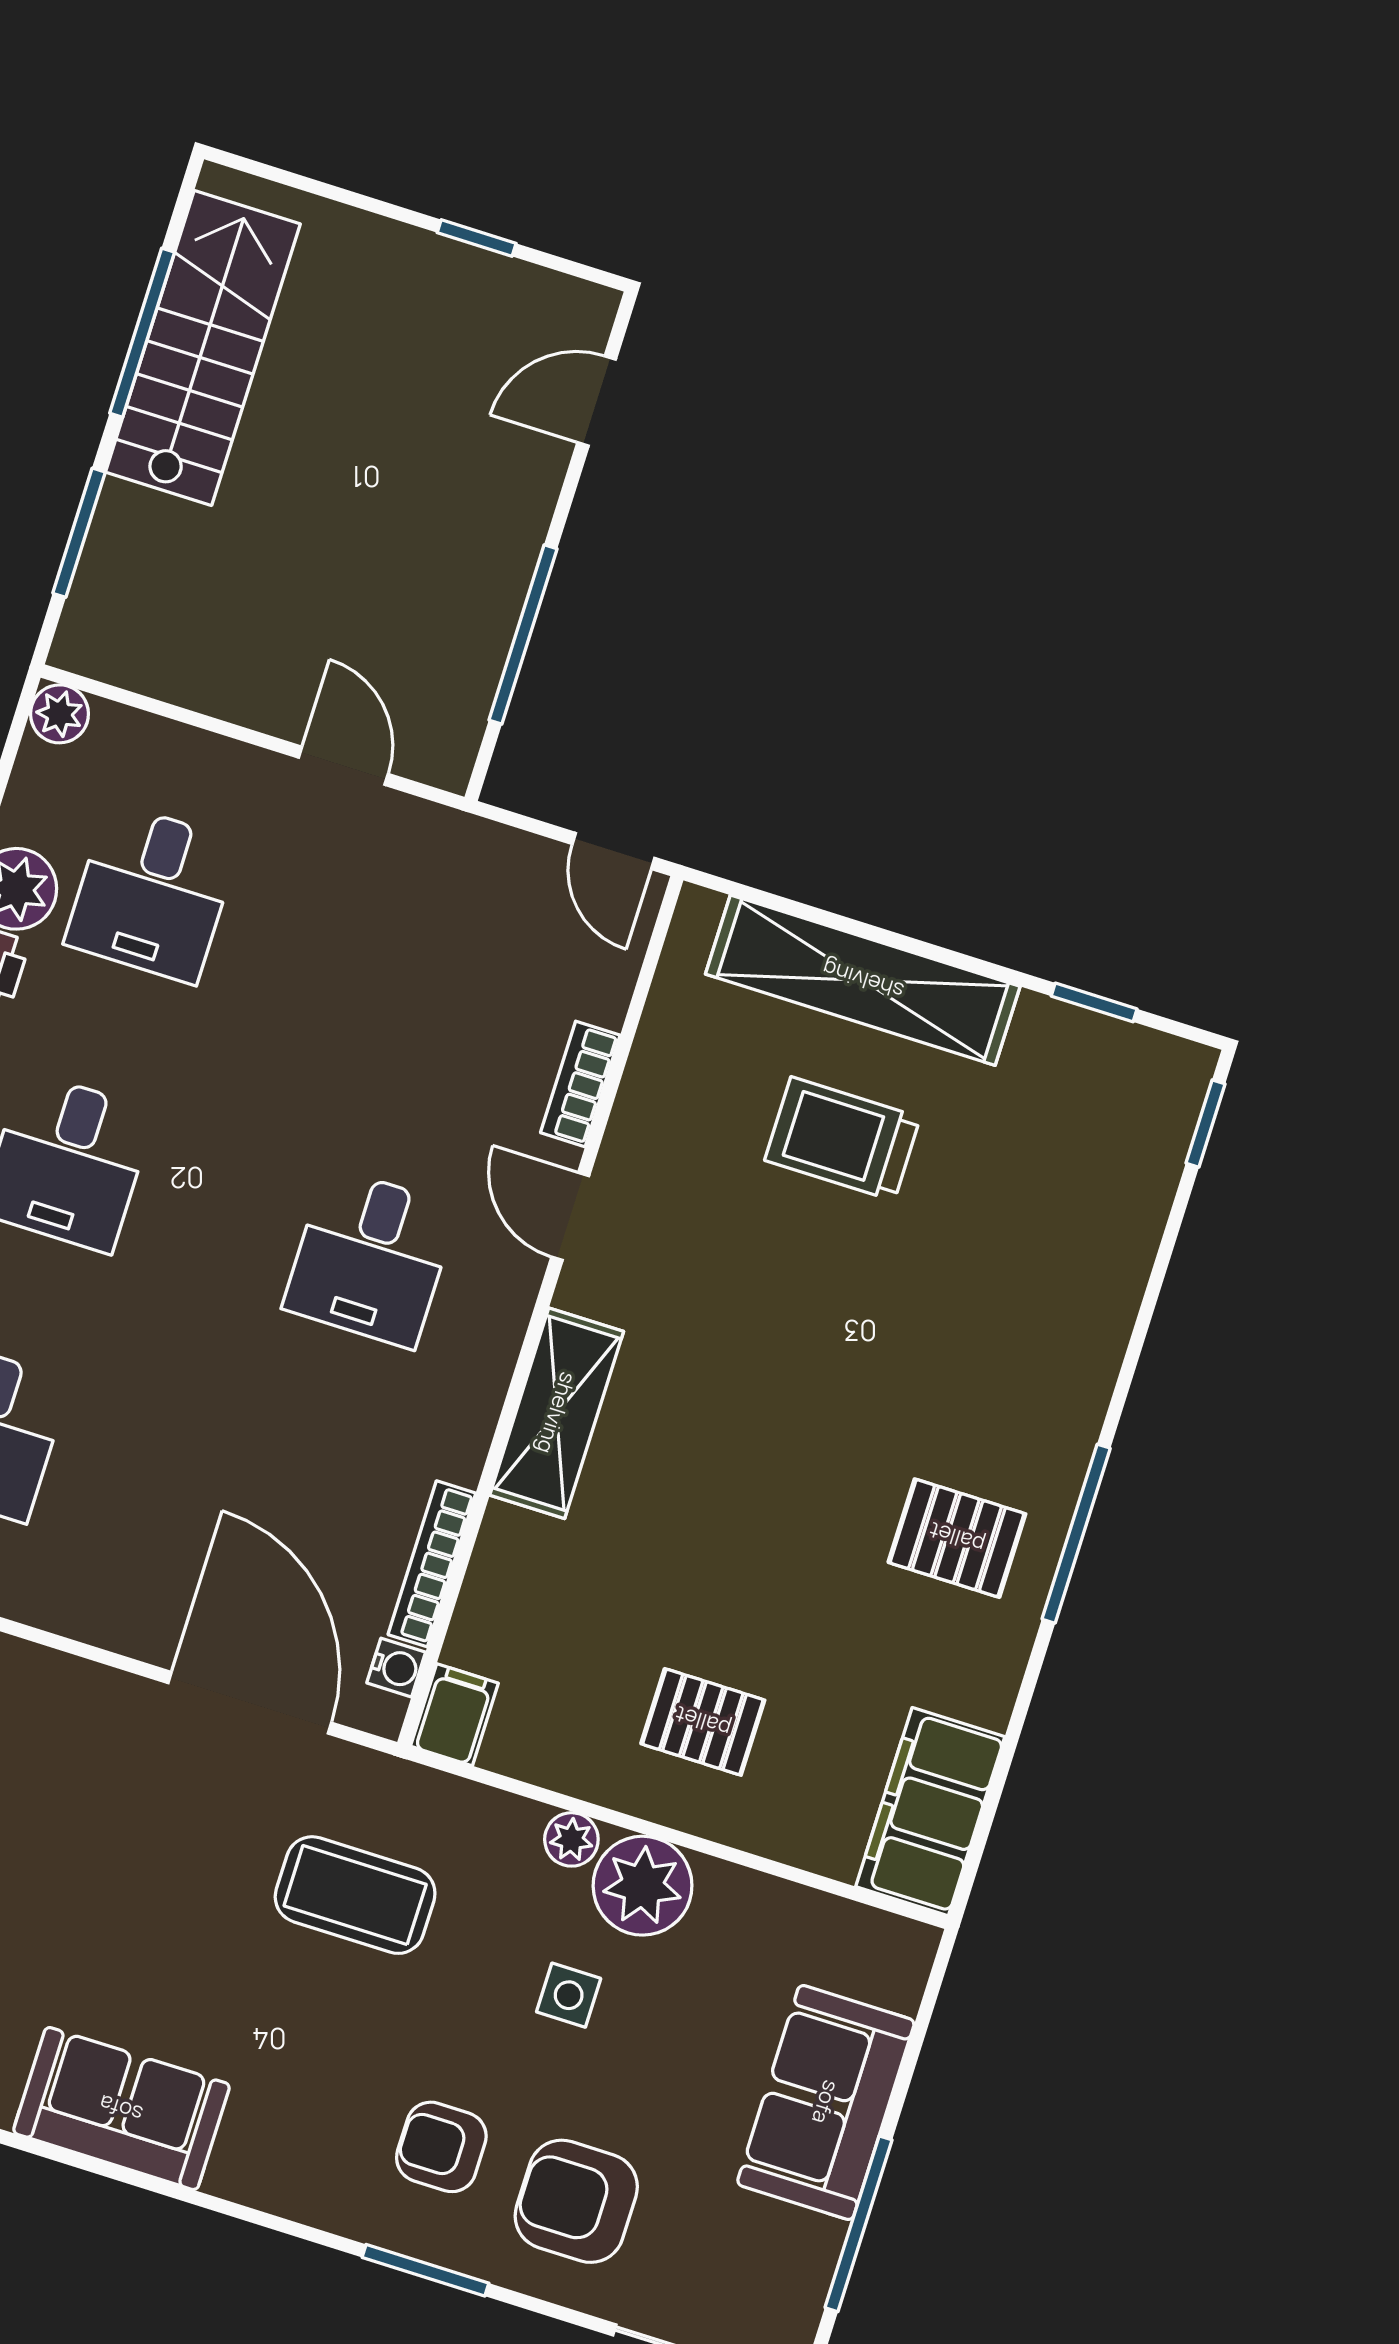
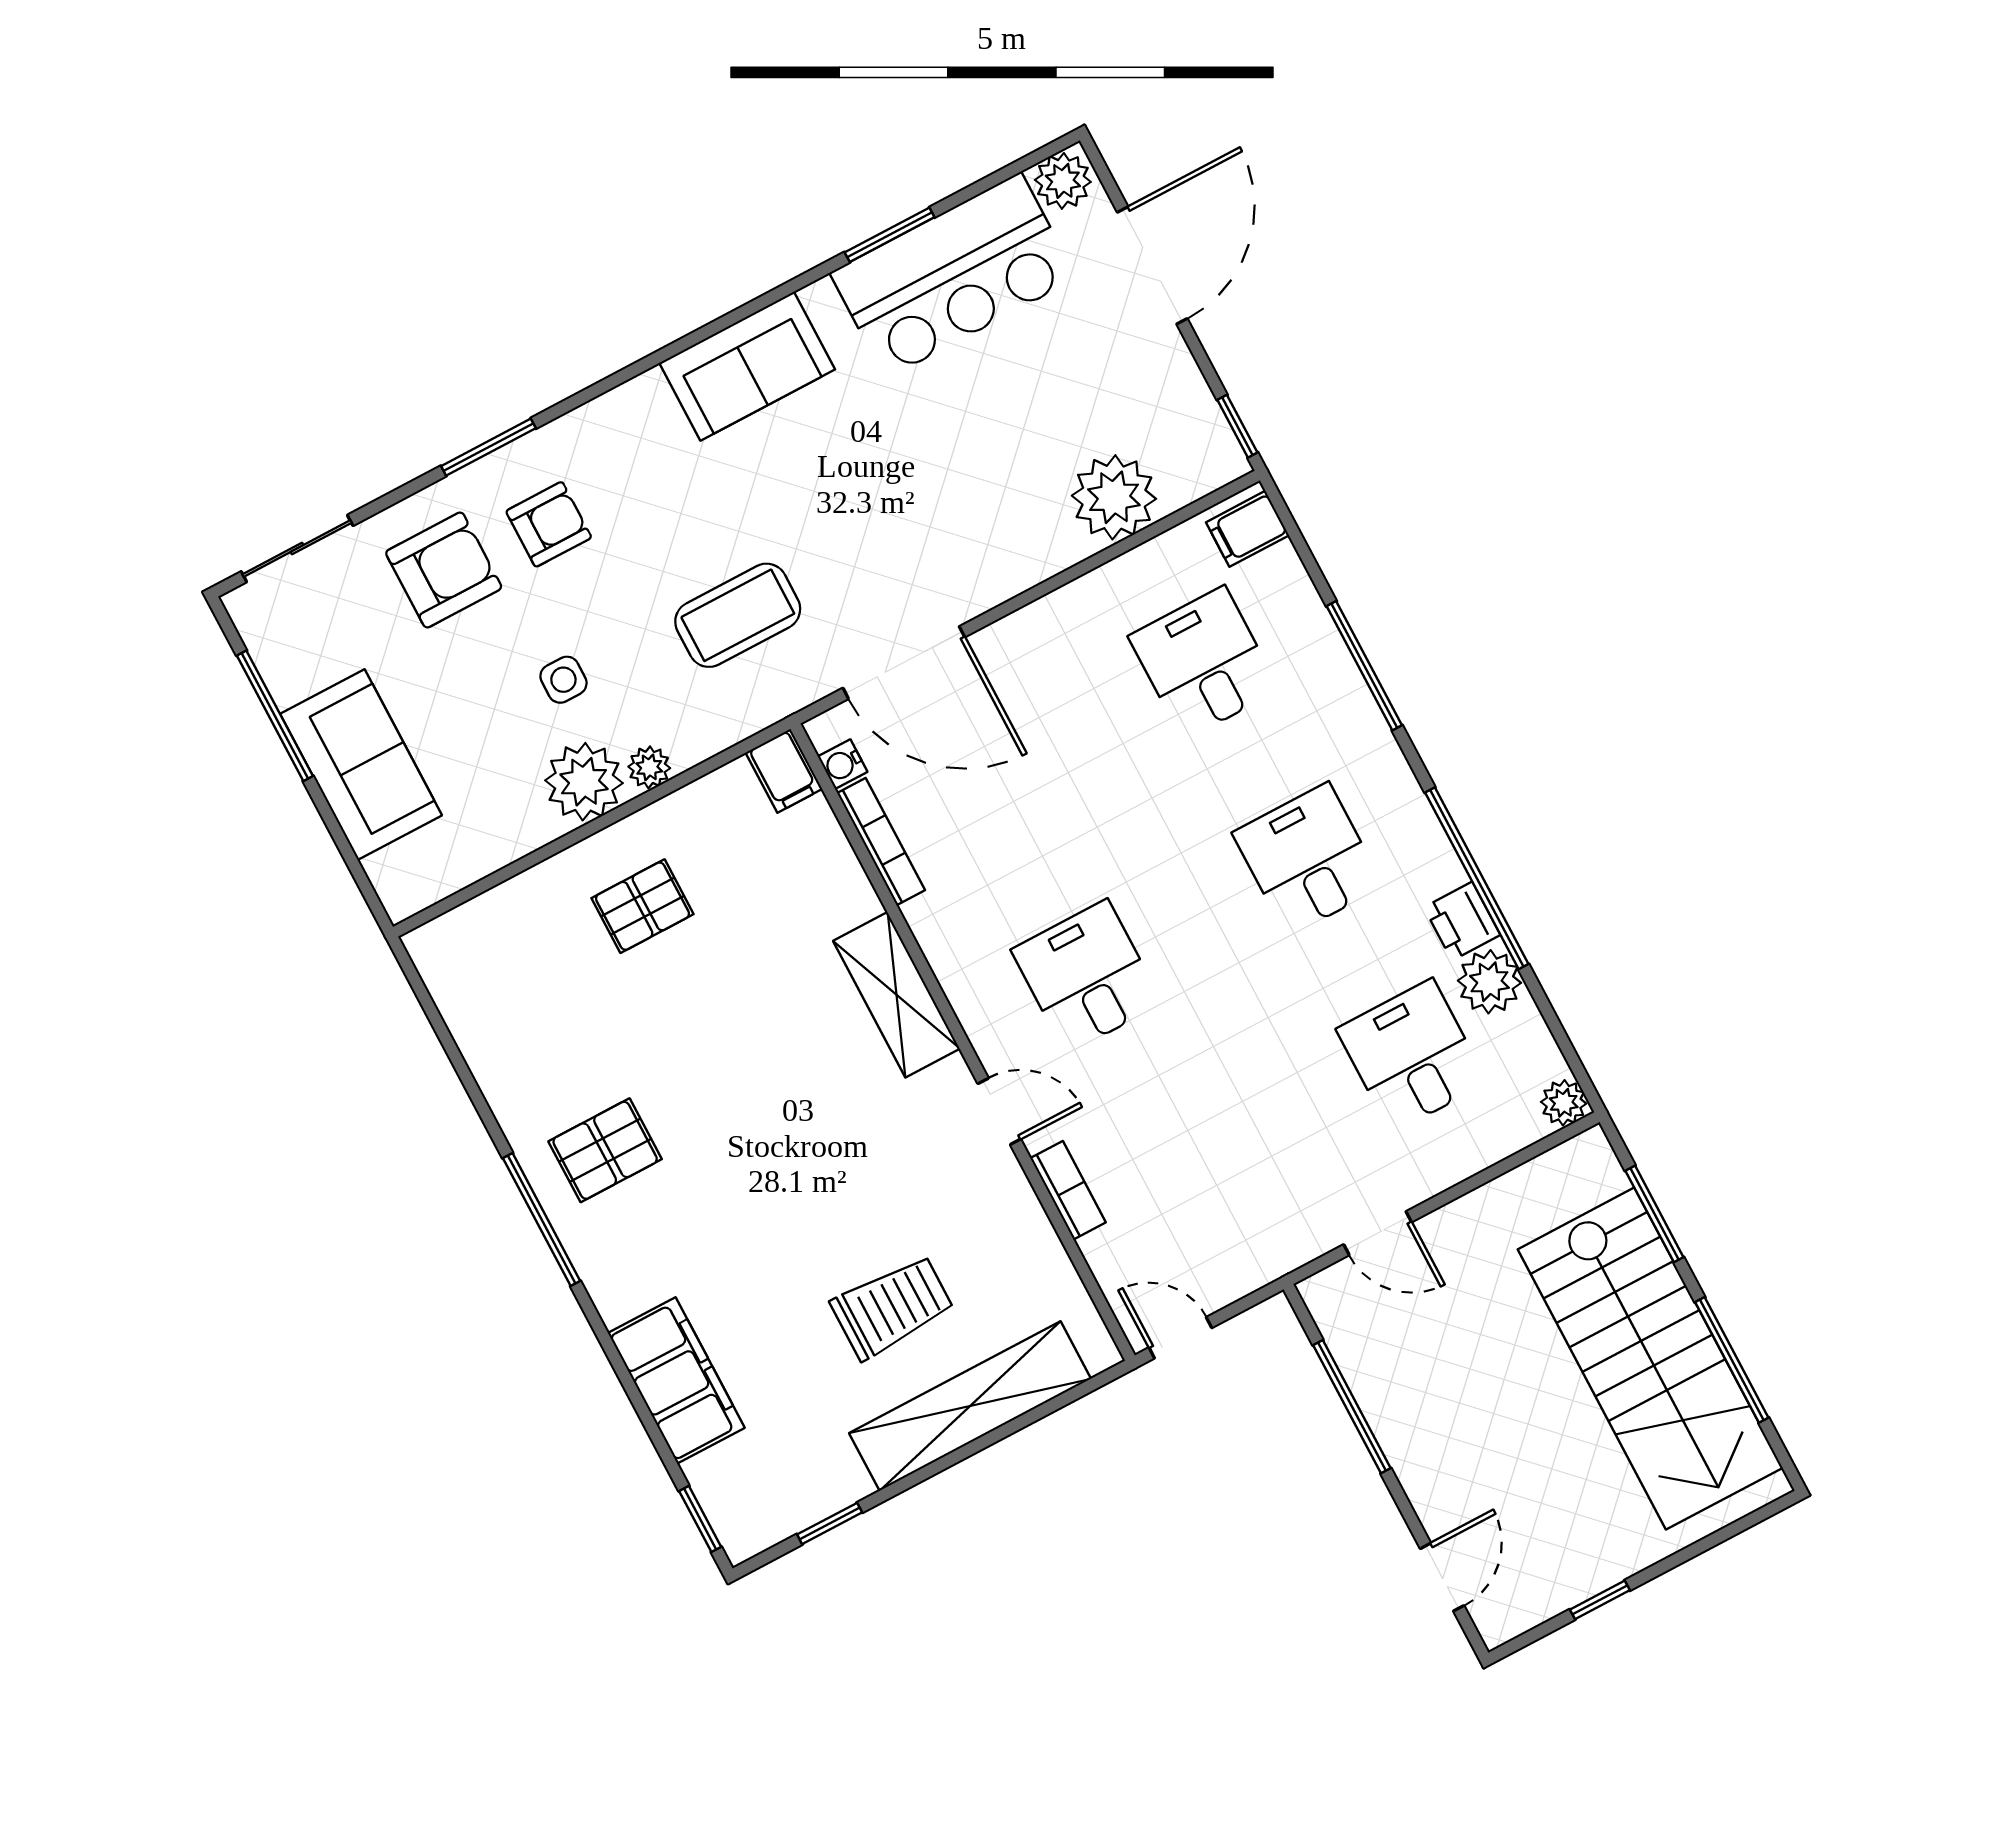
stairs: (203, 348) -> (1650, 1359), width x1.36, depth x1.51
filing cabinet: (930, 1812) -> (676, 1380), moved

